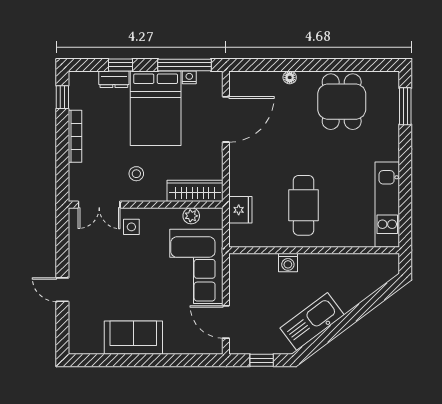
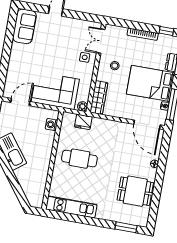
door: (226, 119) -> (147, 125), moved
plant: (191, 216) -> (83, 106), moved
washing machine: (288, 263) -> (52, 125), moved
sofa: (133, 338) -> (24, 26), moved

